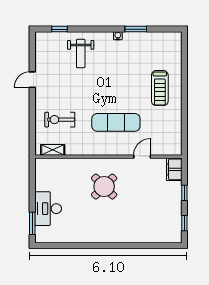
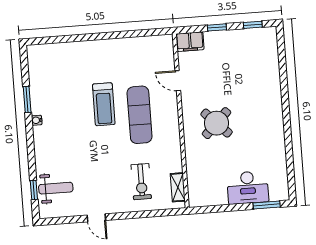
weight bench: (81, 53) -> (56, 188), moved
treadmill: (160, 88) -> (104, 104), moved, turned 90

